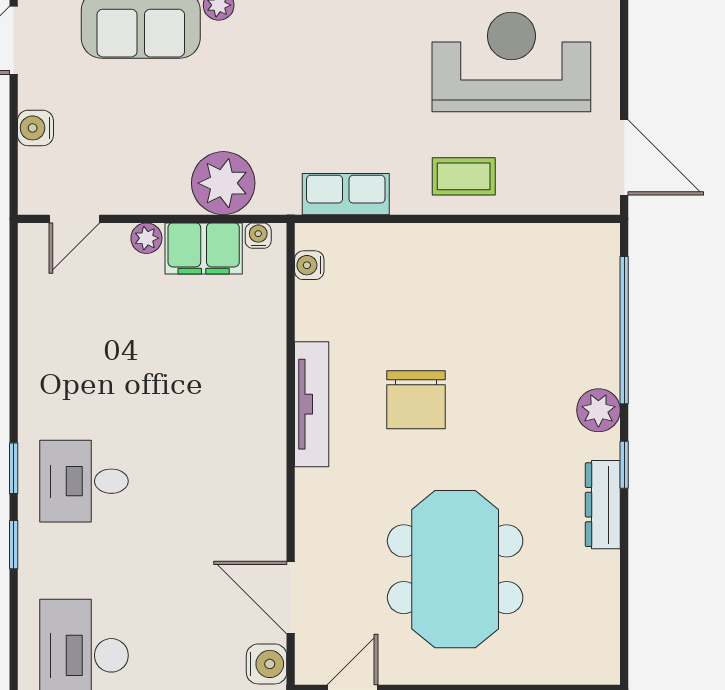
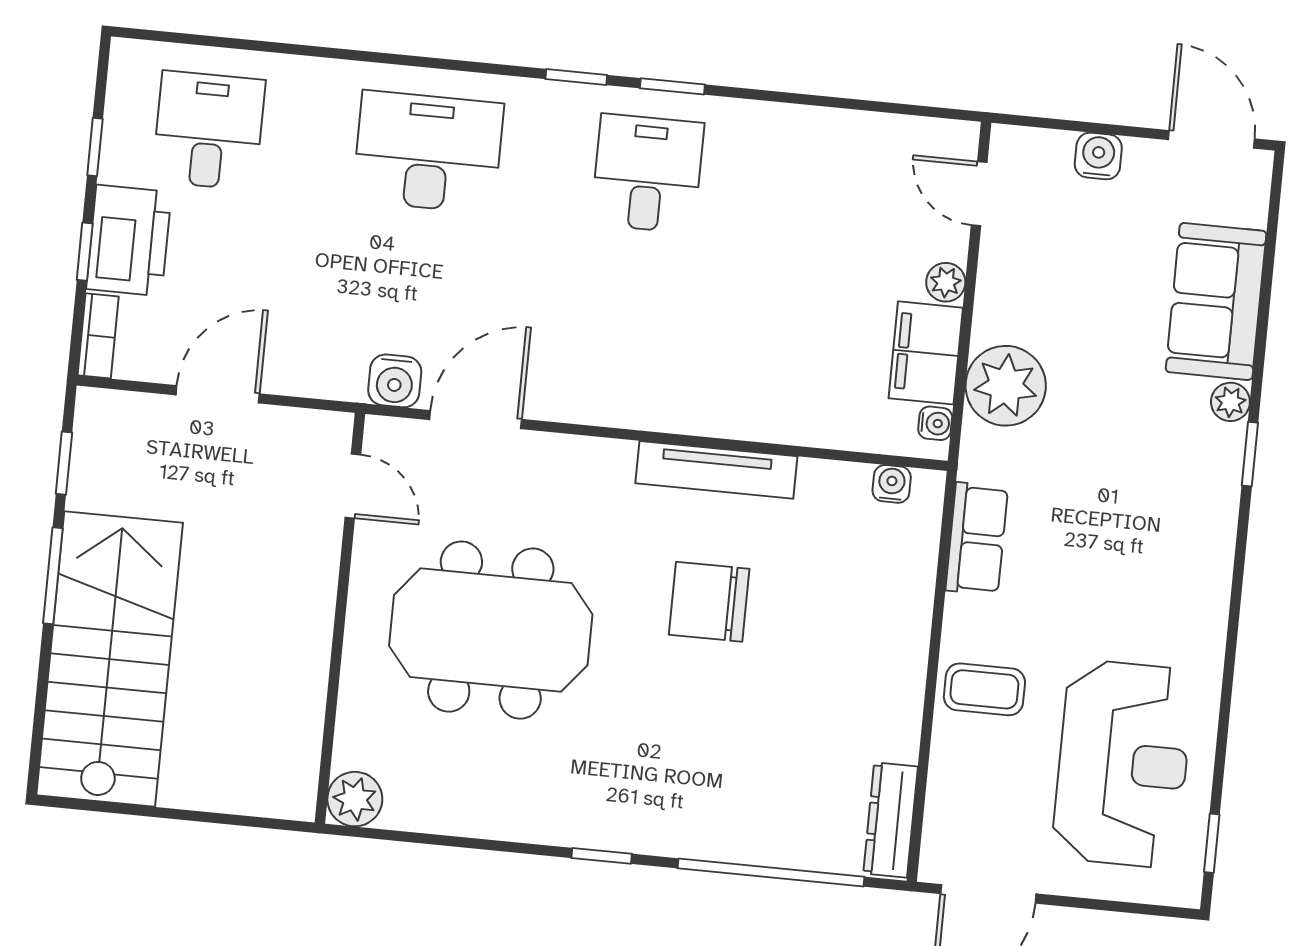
coffee table: (464, 176) -> (984, 689), turned 90
plant: (598, 410) -> (355, 799), moved
dresser: (603, 505) -> (891, 820), moved, turned -90

